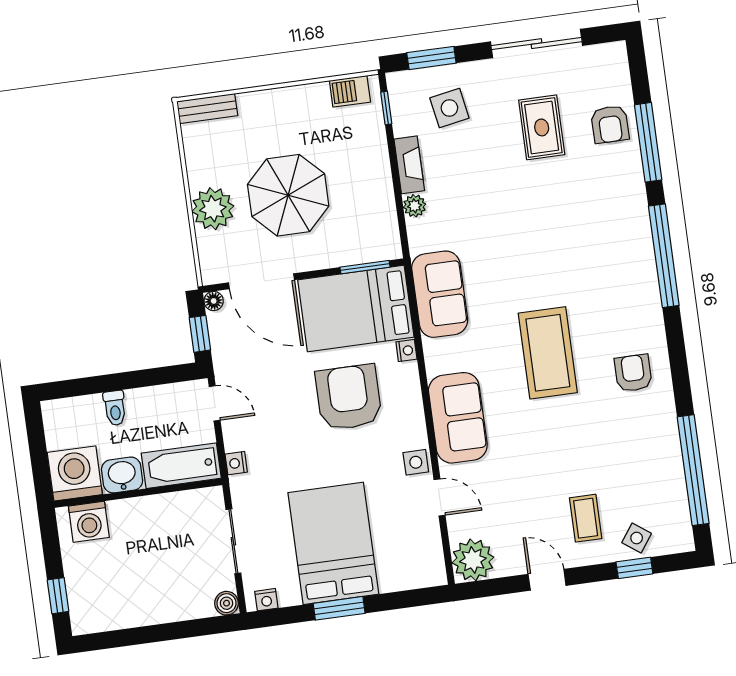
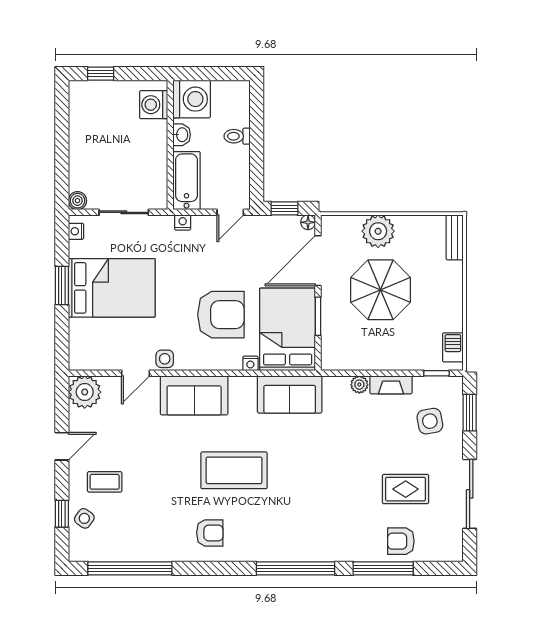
window: (365, 267) -> (318, 316), moved
washbasin: (122, 475) -> (182, 135), width x0.72, depth x0.69

